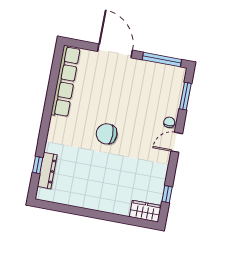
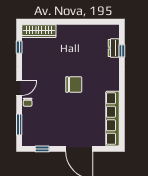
window: (162, 60) -> (42, 149), width x0.46
dresser: (47, 171) -> (114, 48), width x0.70
wardrobe: (145, 211) -> (39, 31), width x1.50

